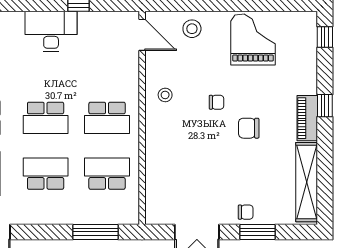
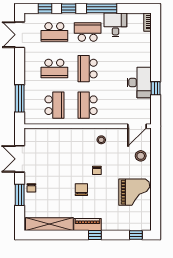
desk: (51, 31) -> (139, 82), moved
school desk: (46, 174) -> (54, 69), turned 90

